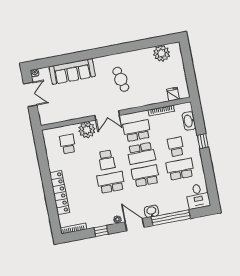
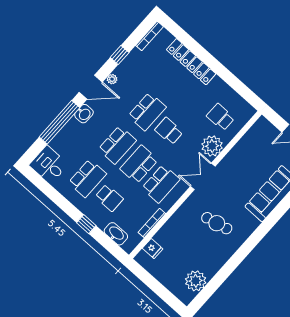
school desk: (68, 144) -> (220, 117), turned 180

